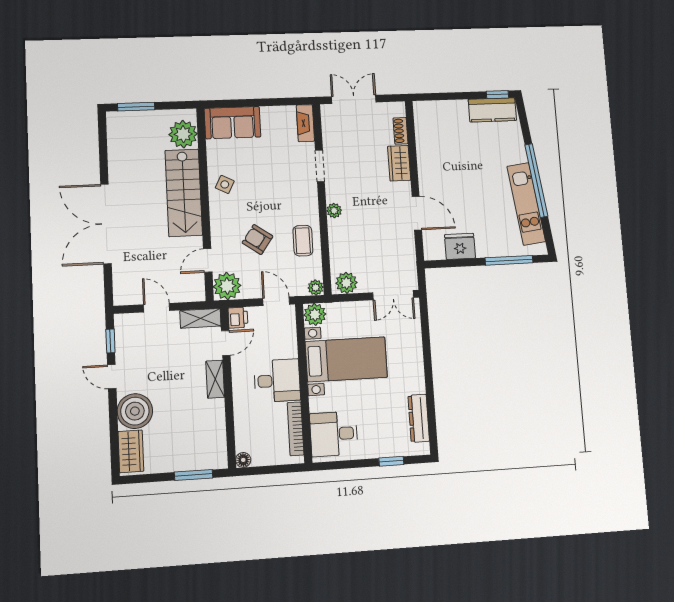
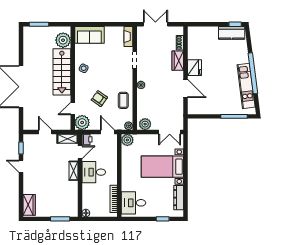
fridge: (460, 246) -> (194, 68), moved, turned 90
bed with nightstands: (346, 359) -> (162, 167), moved, turned 180
desk: (277, 381) -> (94, 172), moved, turned 180
boiler: (135, 411) -> (32, 185), removed

